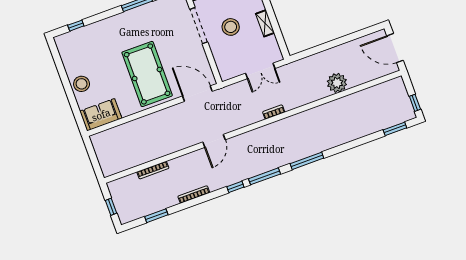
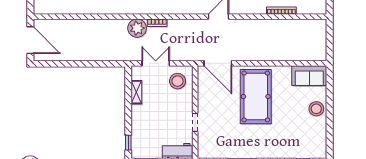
shelving: (265, 23) -> (136, 92), moved
doorway: (199, 26) -> (195, 122), width x0.53
stool: (231, 27) -> (178, 81), moved
plant: (337, 83) -> (137, 28), moved

